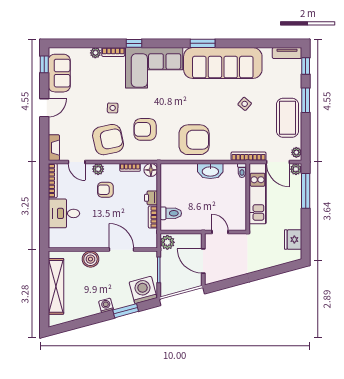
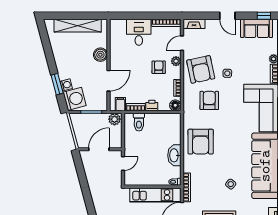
filing cabinet: (149, 235) -> (120, 104), added
washing machine: (106, 305) -> (66, 85), moved

